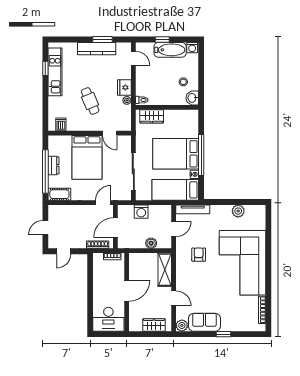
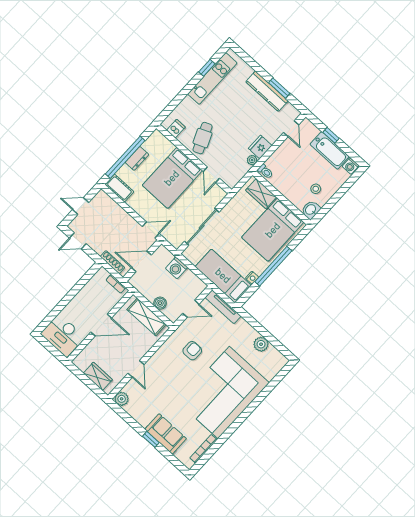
cafe table: (90, 101) -> (203, 138), moved
bed: (176, 154) -> (273, 230), moved, turned -90
shelving: (165, 270) -> (147, 317), moved, turned 90
sofa: (204, 322) -> (166, 434), moved

